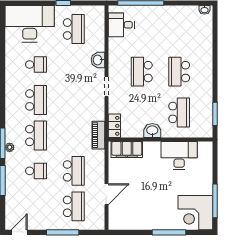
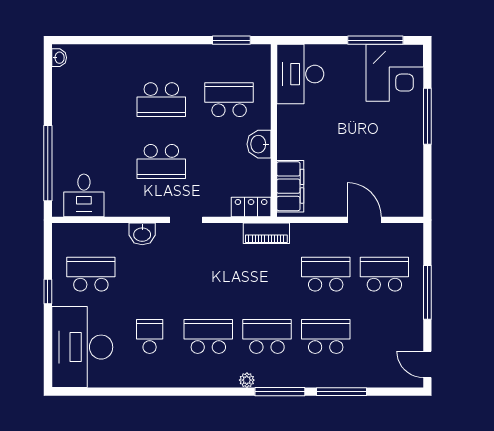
plant: (10, 147) -> (247, 380), moved
desk: (179, 156) -> (300, 74), moved
school desk: (36, 171) -> (326, 336), width x1.85

